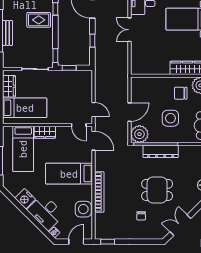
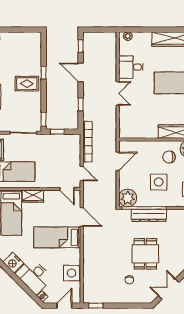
double door: (129, 30) -> (118, 93), swing flipped
door: (129, 112) -> (118, 161), moved
door: (94, 141) -> (82, 217), moved
dining table: (157, 190) -> (145, 254), turned 90
bookcase: (99, 192) -> (87, 142), moved

